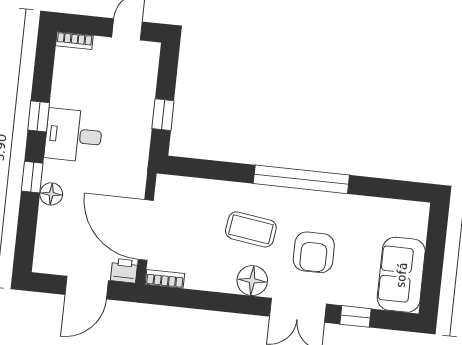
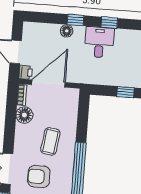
window: (163, 115) -> (125, 92), moved
floor lamp: (252, 281) -> (24, 115), moved

